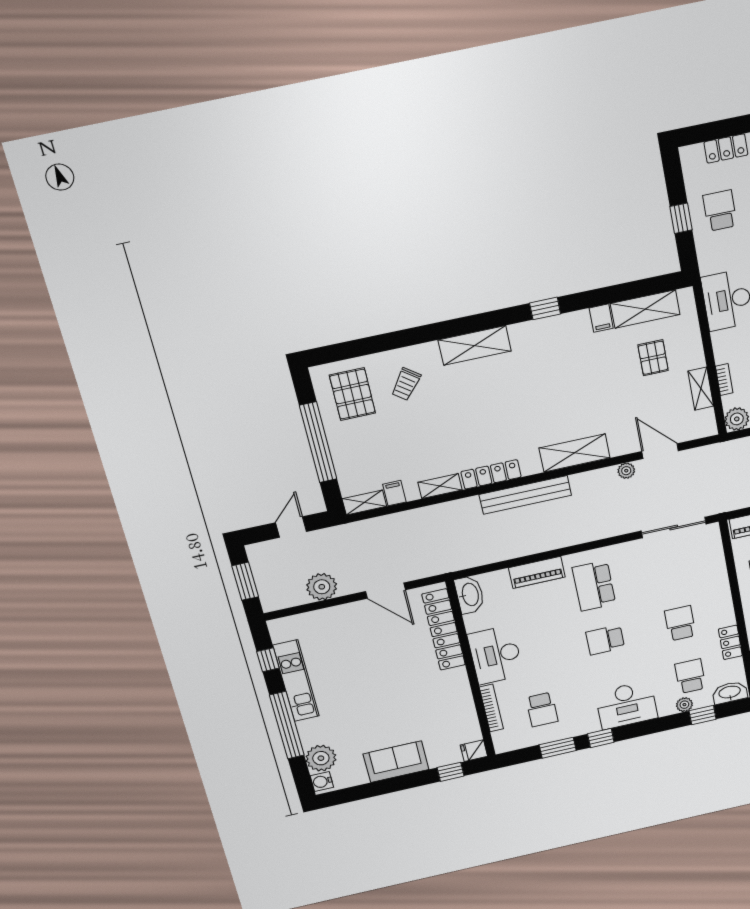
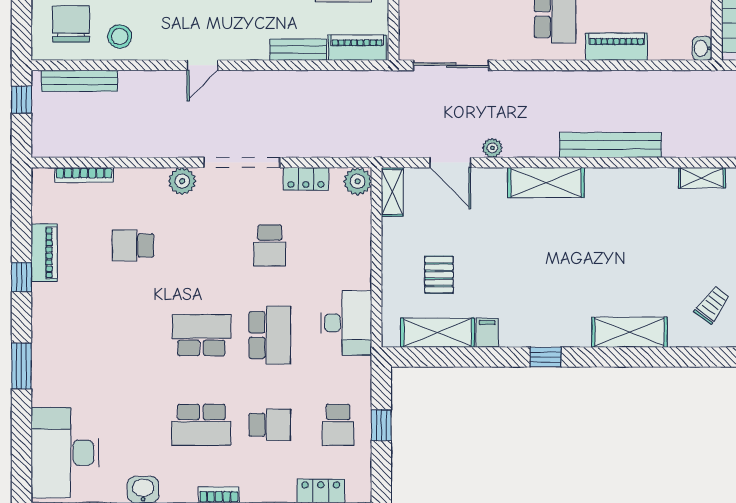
bookcase: (724, 380) -> (364, 231), removed
shelving: (701, 389) -> (392, 192), moved
locker: (491, 474) -> (643, 179), removed
washbasin: (470, 595) -> (702, 48), width x0.52, depth x0.69

